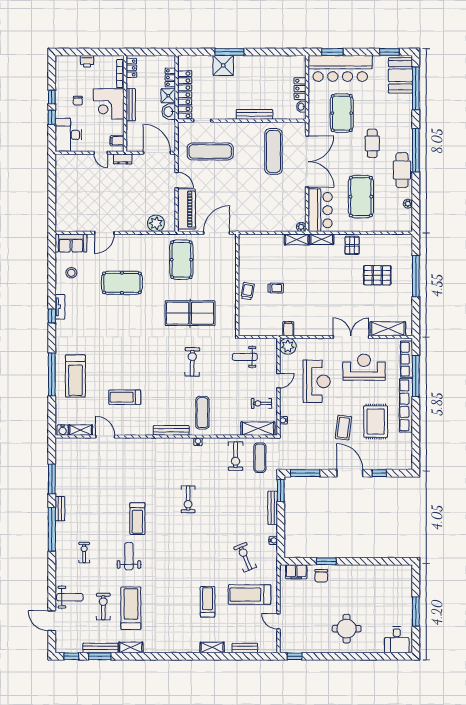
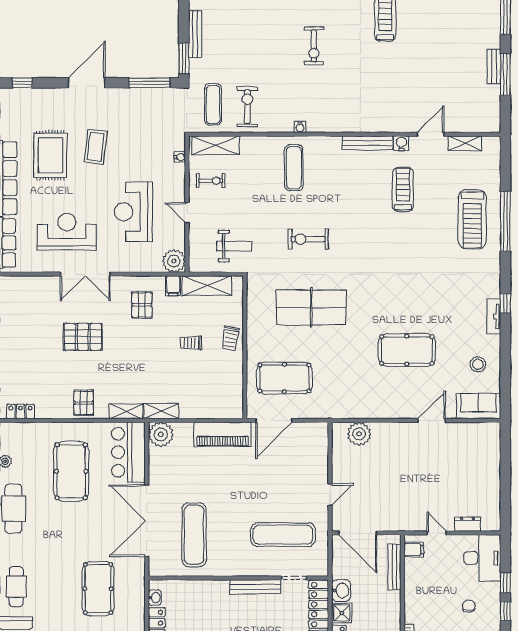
corner desk: (109, 104) -> (425, 601), removed
bench: (131, 105) -> (394, 567), moved
bench: (254, 114) -> (255, 587), moved
cafe table: (372, 143) -> (16, 587), moved
dresser: (123, 159) -> (467, 524), moved
door: (177, 180) -> (330, 494), swing flipped
piano: (186, 209) -> (222, 434), moved, turned -90
plant: (301, 227) -> (161, 434), width x1.88, depth x1.88
locker: (397, 239) -> (20, 412), added
pool table: (181, 260) -> (284, 378), moved, turned 90
pallet: (377, 275) -> (83, 337), moved
pallet: (311, 315) -> (142, 305), added
shelving: (388, 329) -> (207, 286), moved
exercise bike: (192, 362) -> (308, 239), turned 89
reception desk: (364, 367) -> (67, 232), turned 180
treadmill: (75, 376) -> (472, 219), turned 180
door: (278, 381) -> (187, 213), hinge flipped
treadmill: (125, 397) -> (403, 189), turned -90
water cooler: (63, 430) -> (401, 143), moved
bench: (171, 430) -> (368, 143), moved
door: (105, 437) -> (430, 134), swing flipped
door: (350, 473) -> (87, 83), swing flipped
window: (379, 473) -> (22, 83), moved
exercise bike: (188, 499) -> (314, 46), turned 180
bench: (60, 509) -> (494, 66), moved

